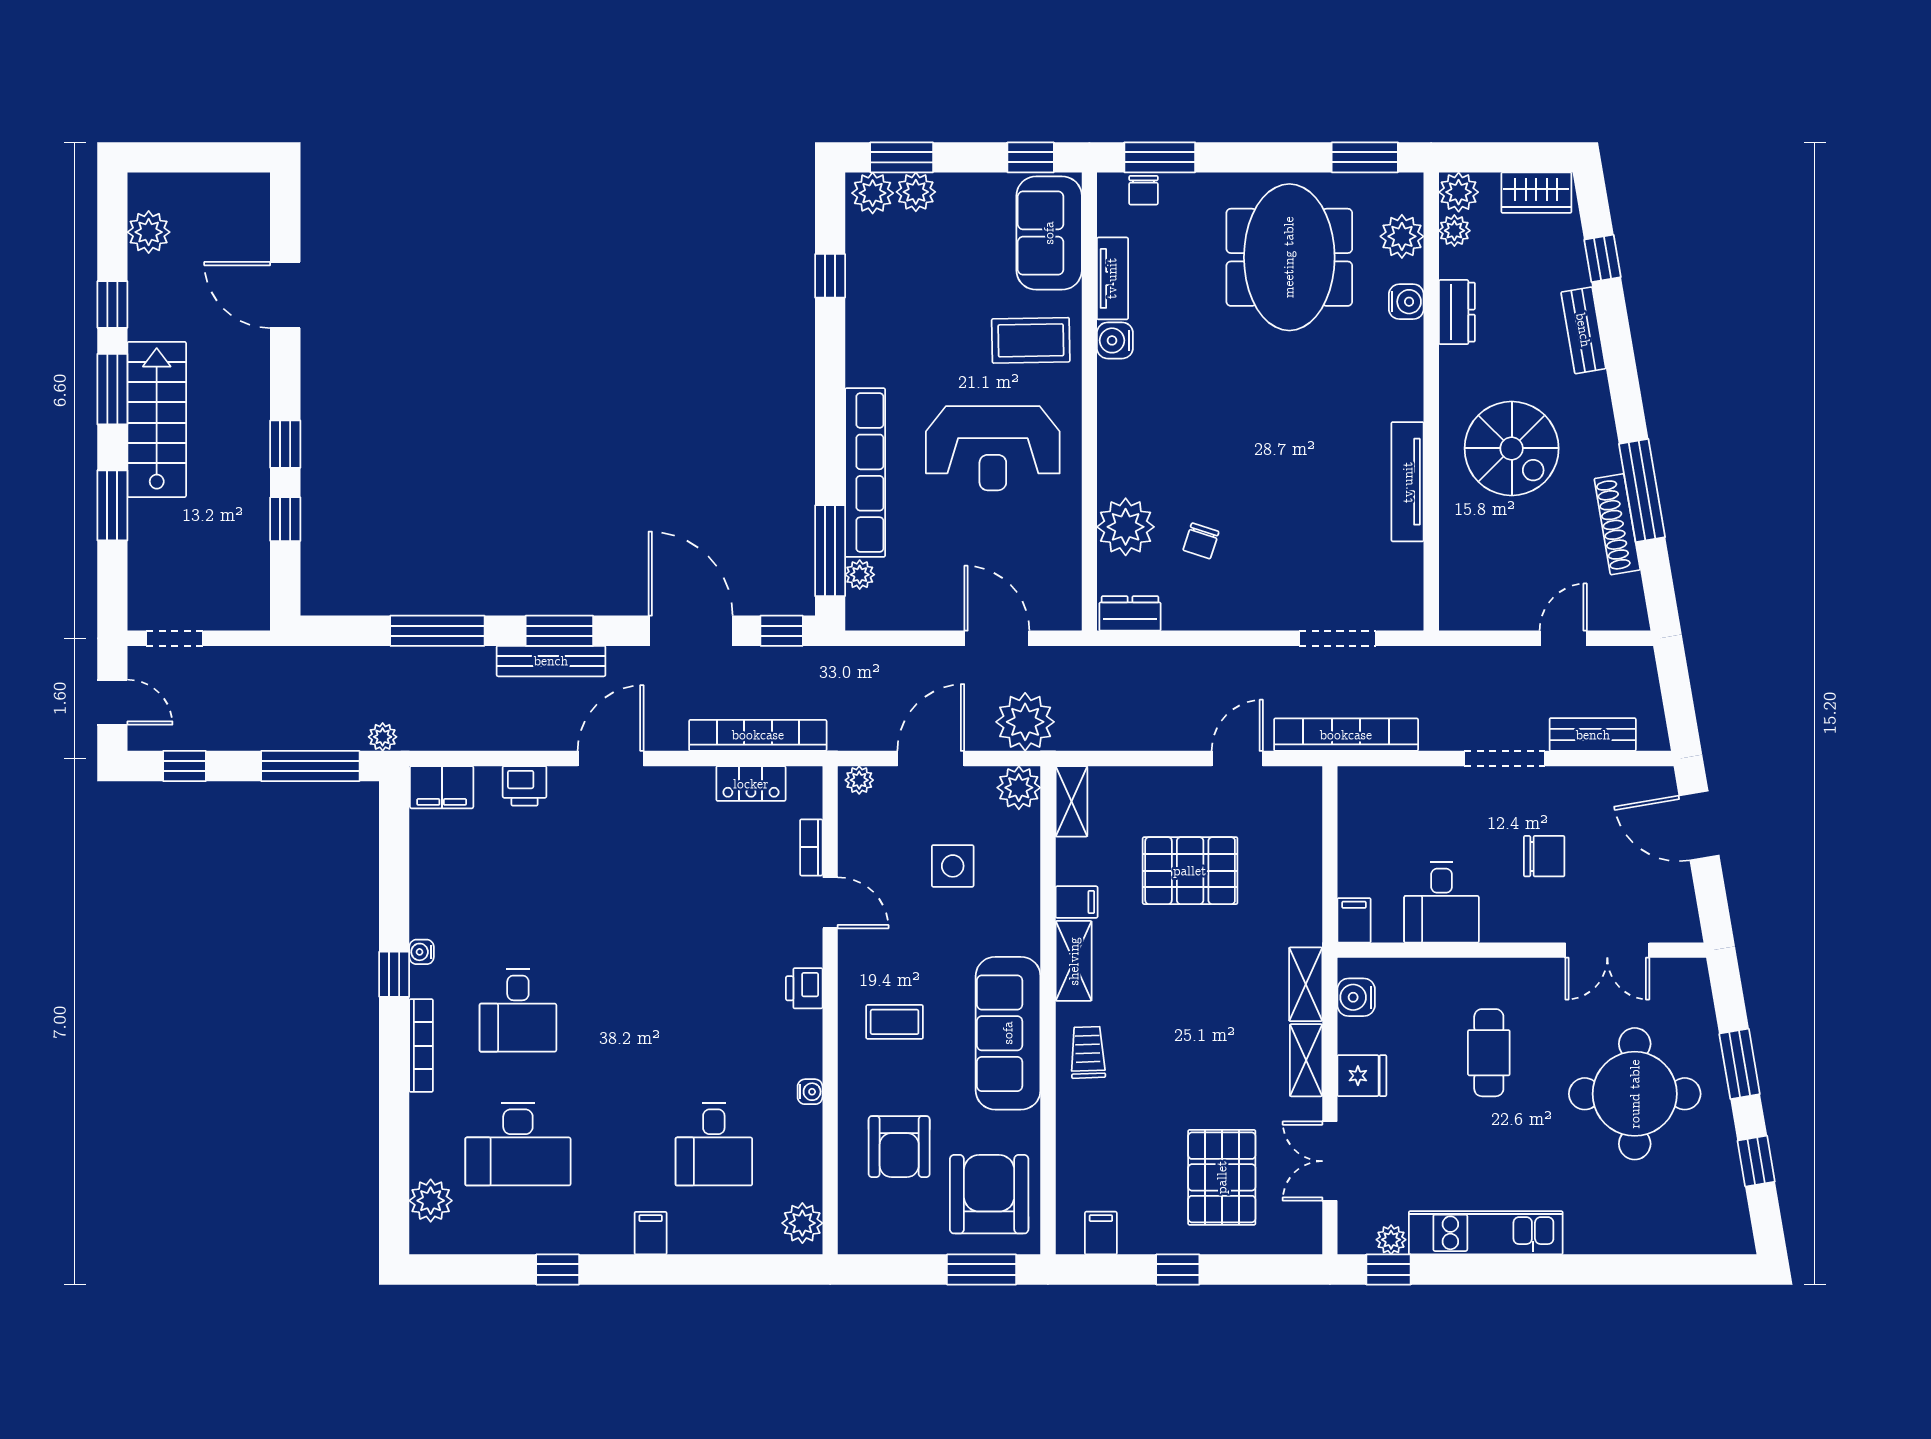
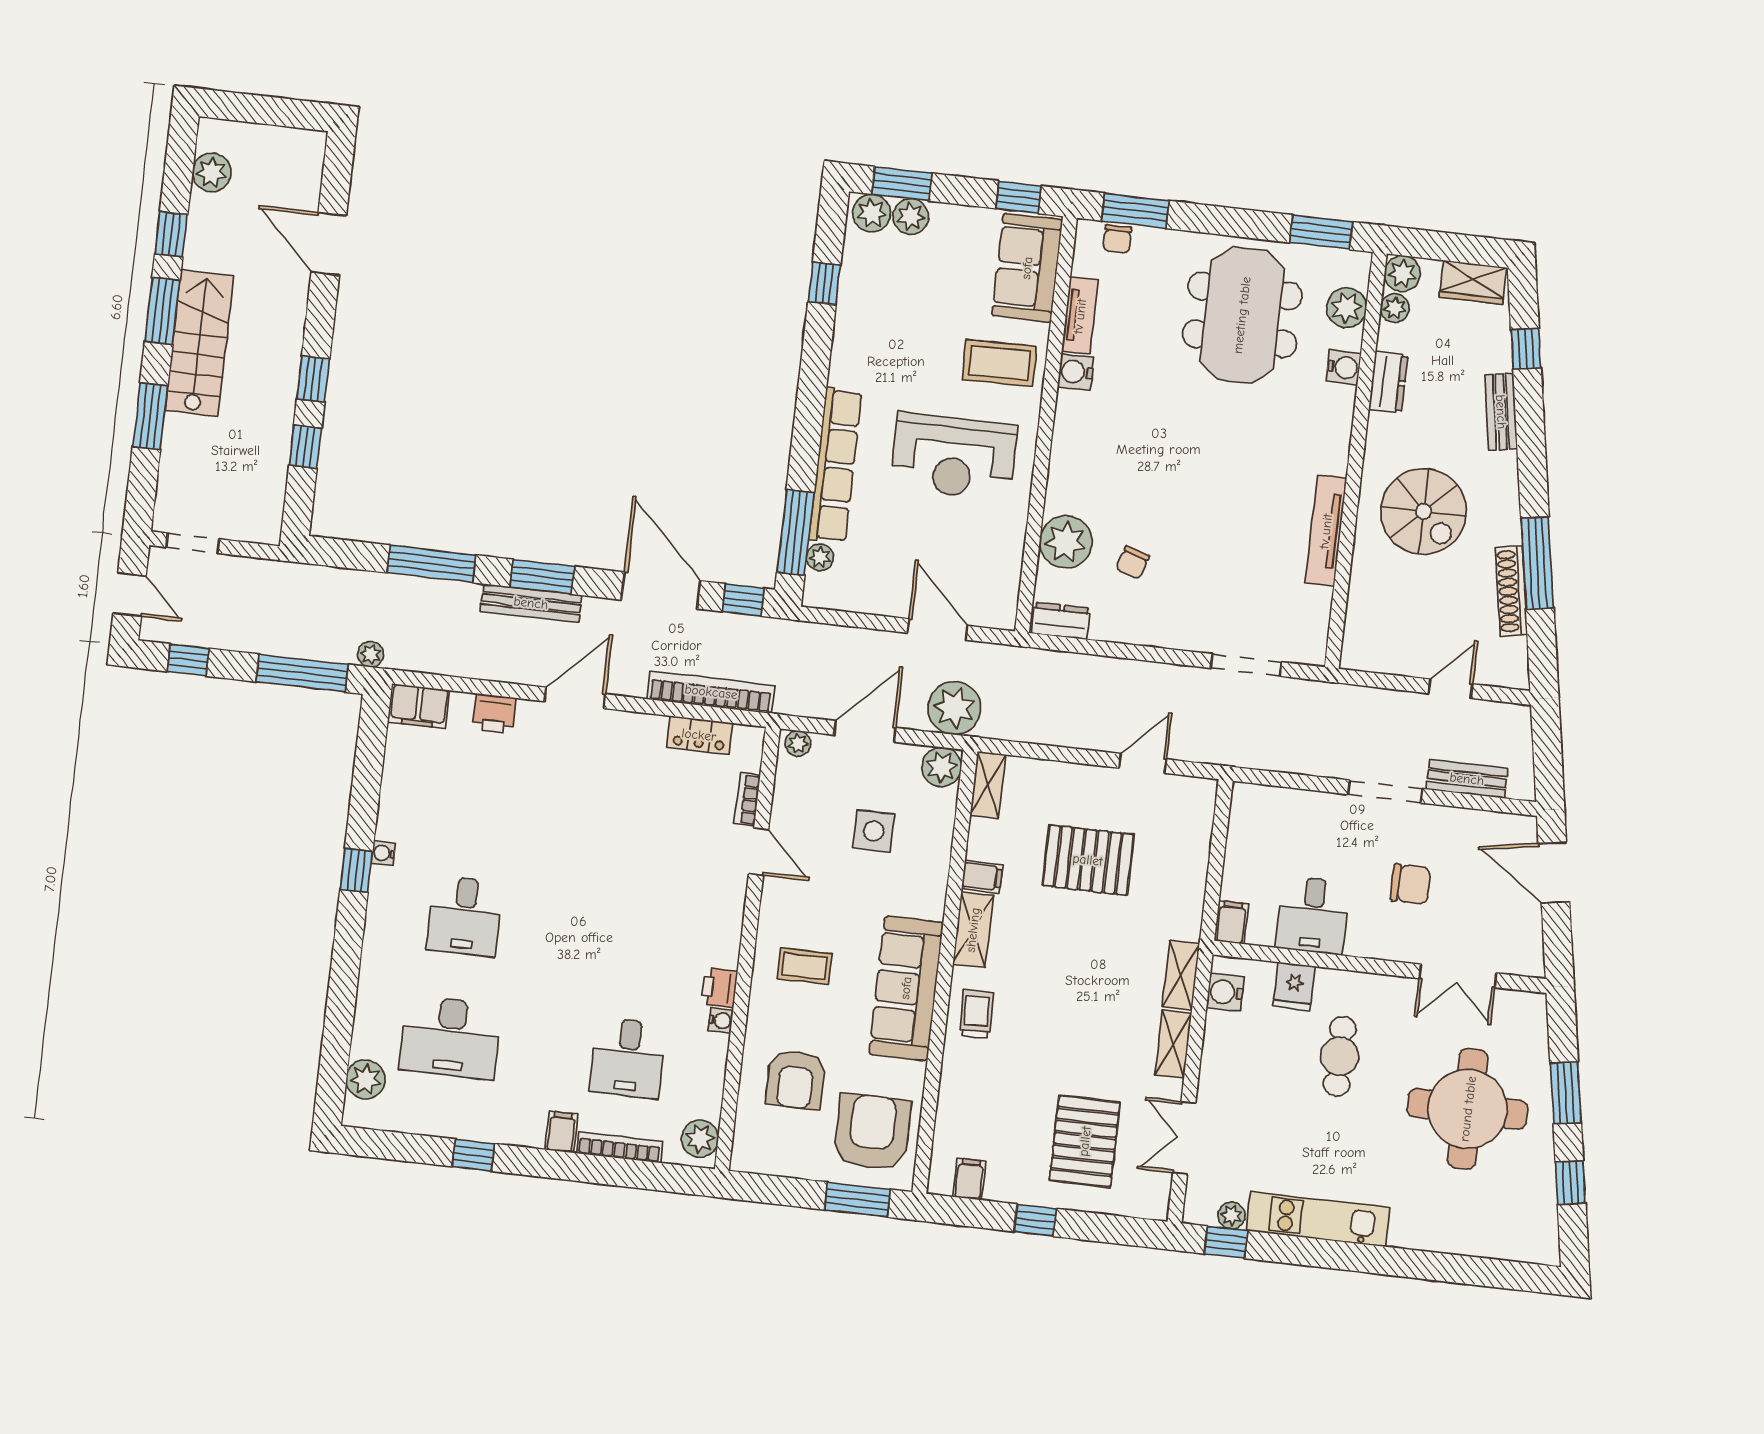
bookcase: (1346, 735) -> (1244, 753), removed
printer: (804, 988) -> (719, 988), moved
bookcase: (421, 1046) -> (620, 1147), moved, turned -90
fridge: (1362, 1076) -> (1294, 986), moved, turned 90

